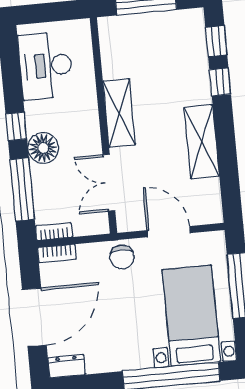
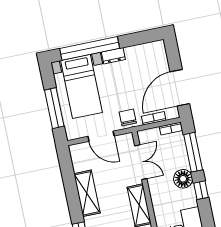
bookcase: (57, 253) -> (154, 118), moved
door: (34, 317) -> (180, 88), moved
dresser: (67, 366) -> (113, 56), moved

